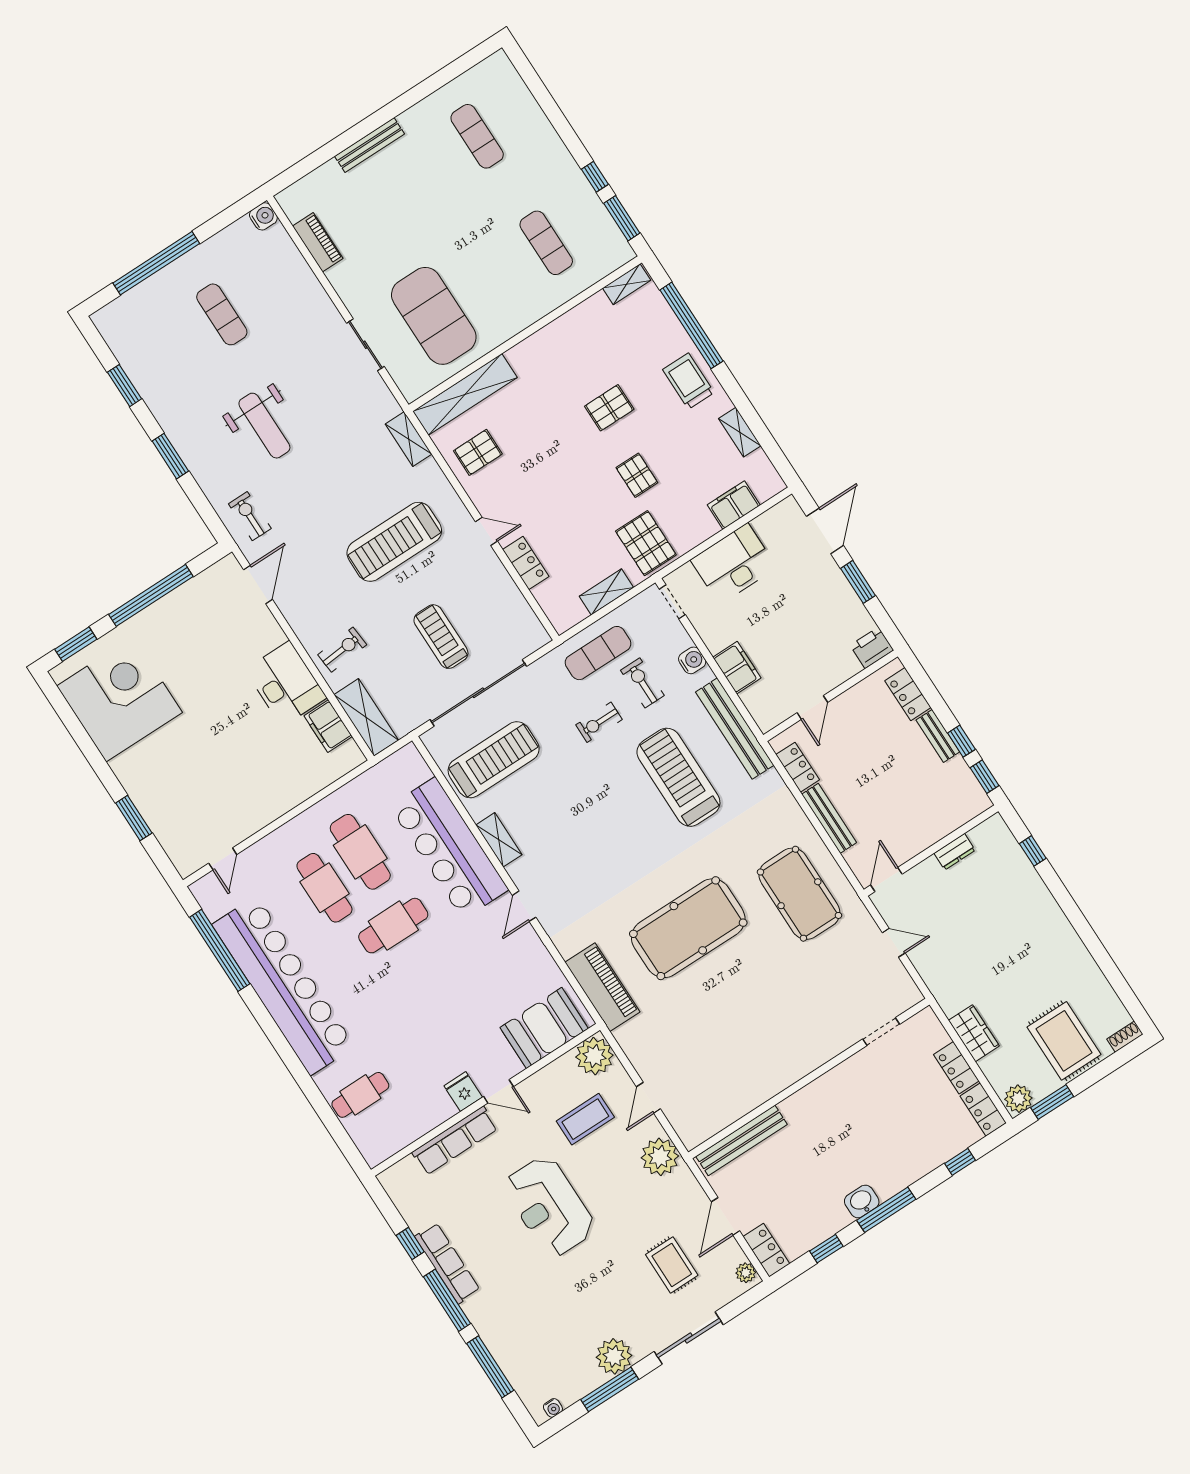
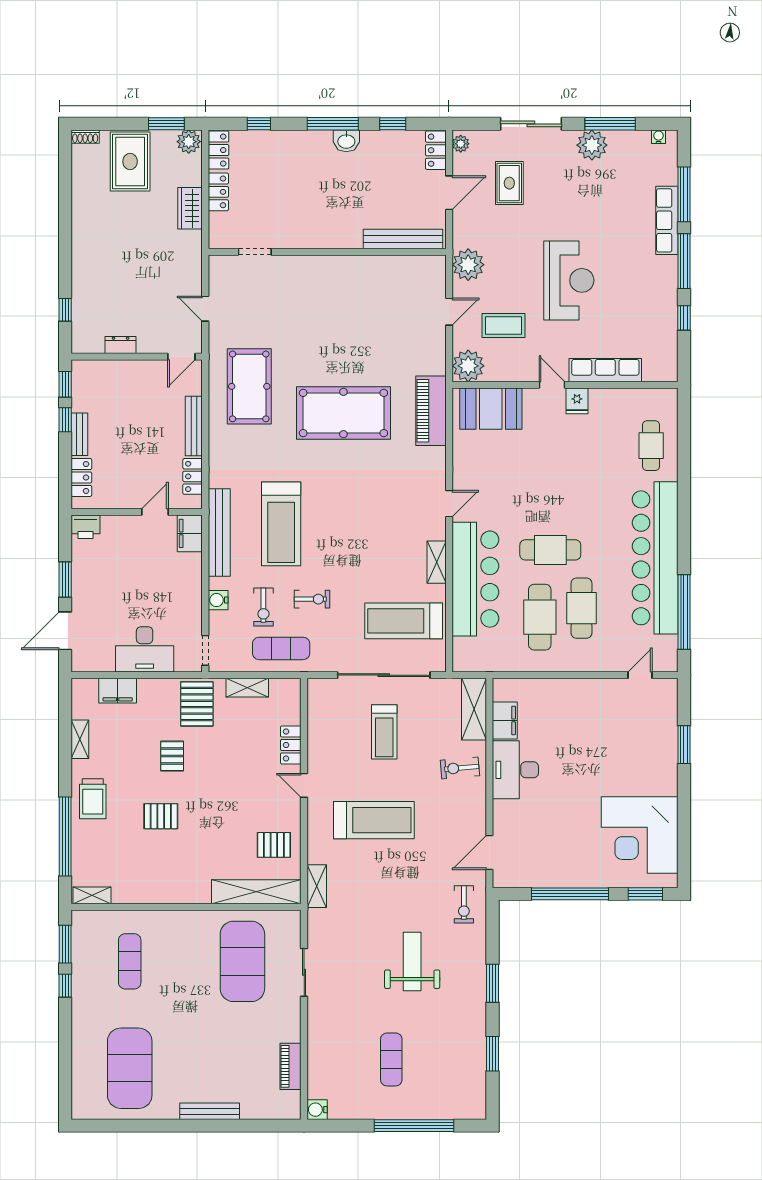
exercise mat: (477, 136) -> (130, 1068), width x2.00, depth x1.45
filing cabinet: (737, 668) -> (190, 533), moved
cafe table: (360, 1095) -> (651, 446), turned 90
row of seats: (447, 1263) -> (667, 220), moved

